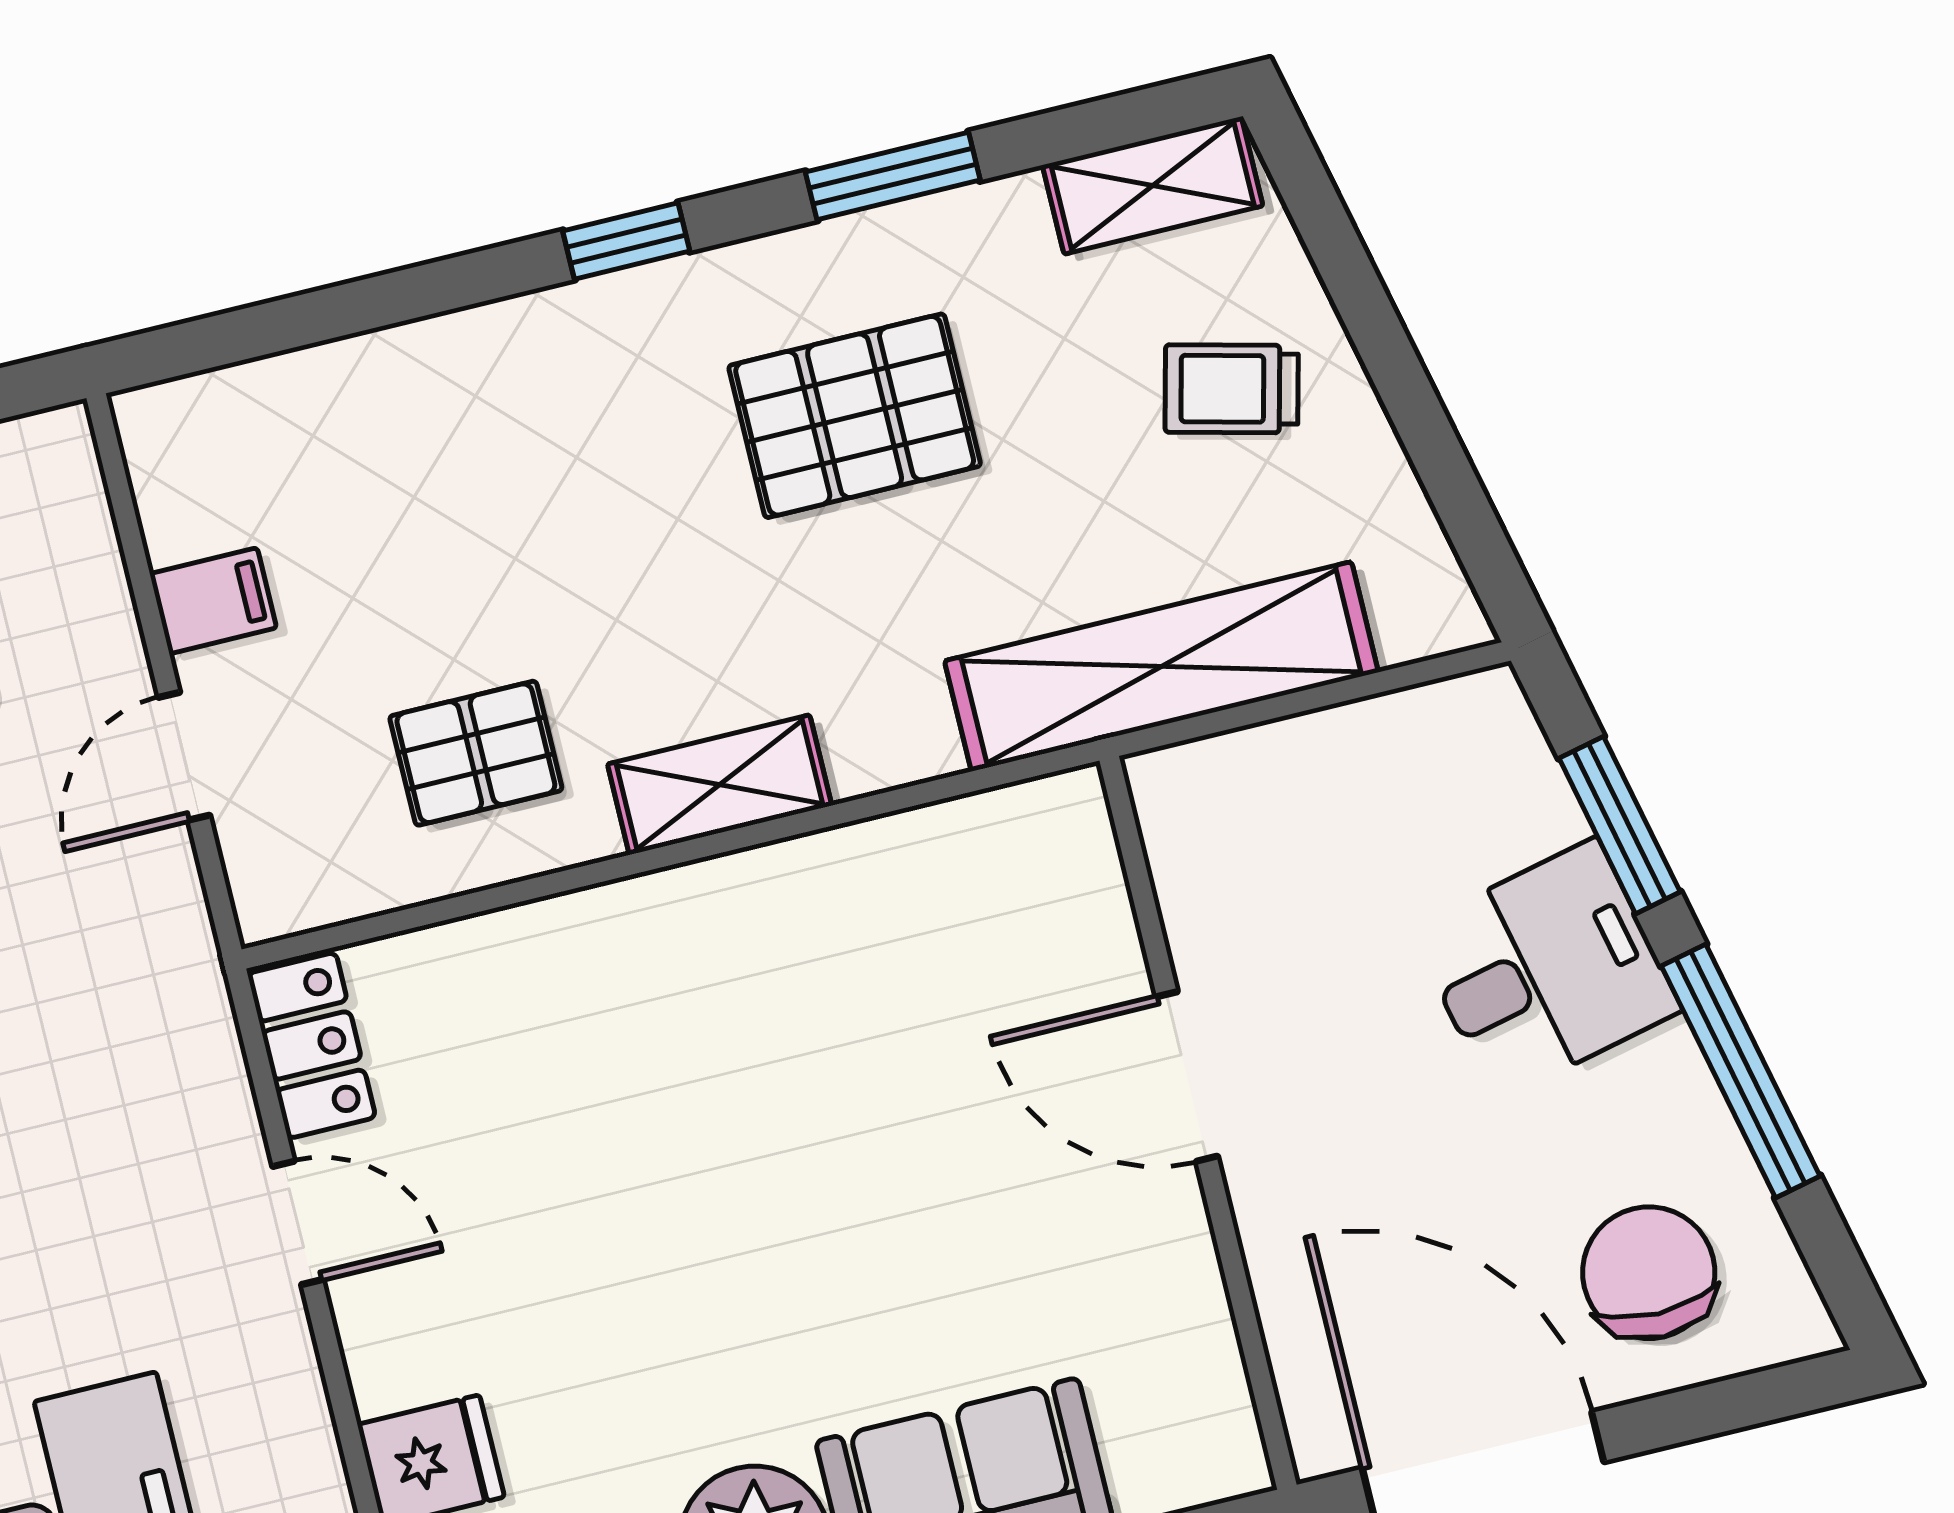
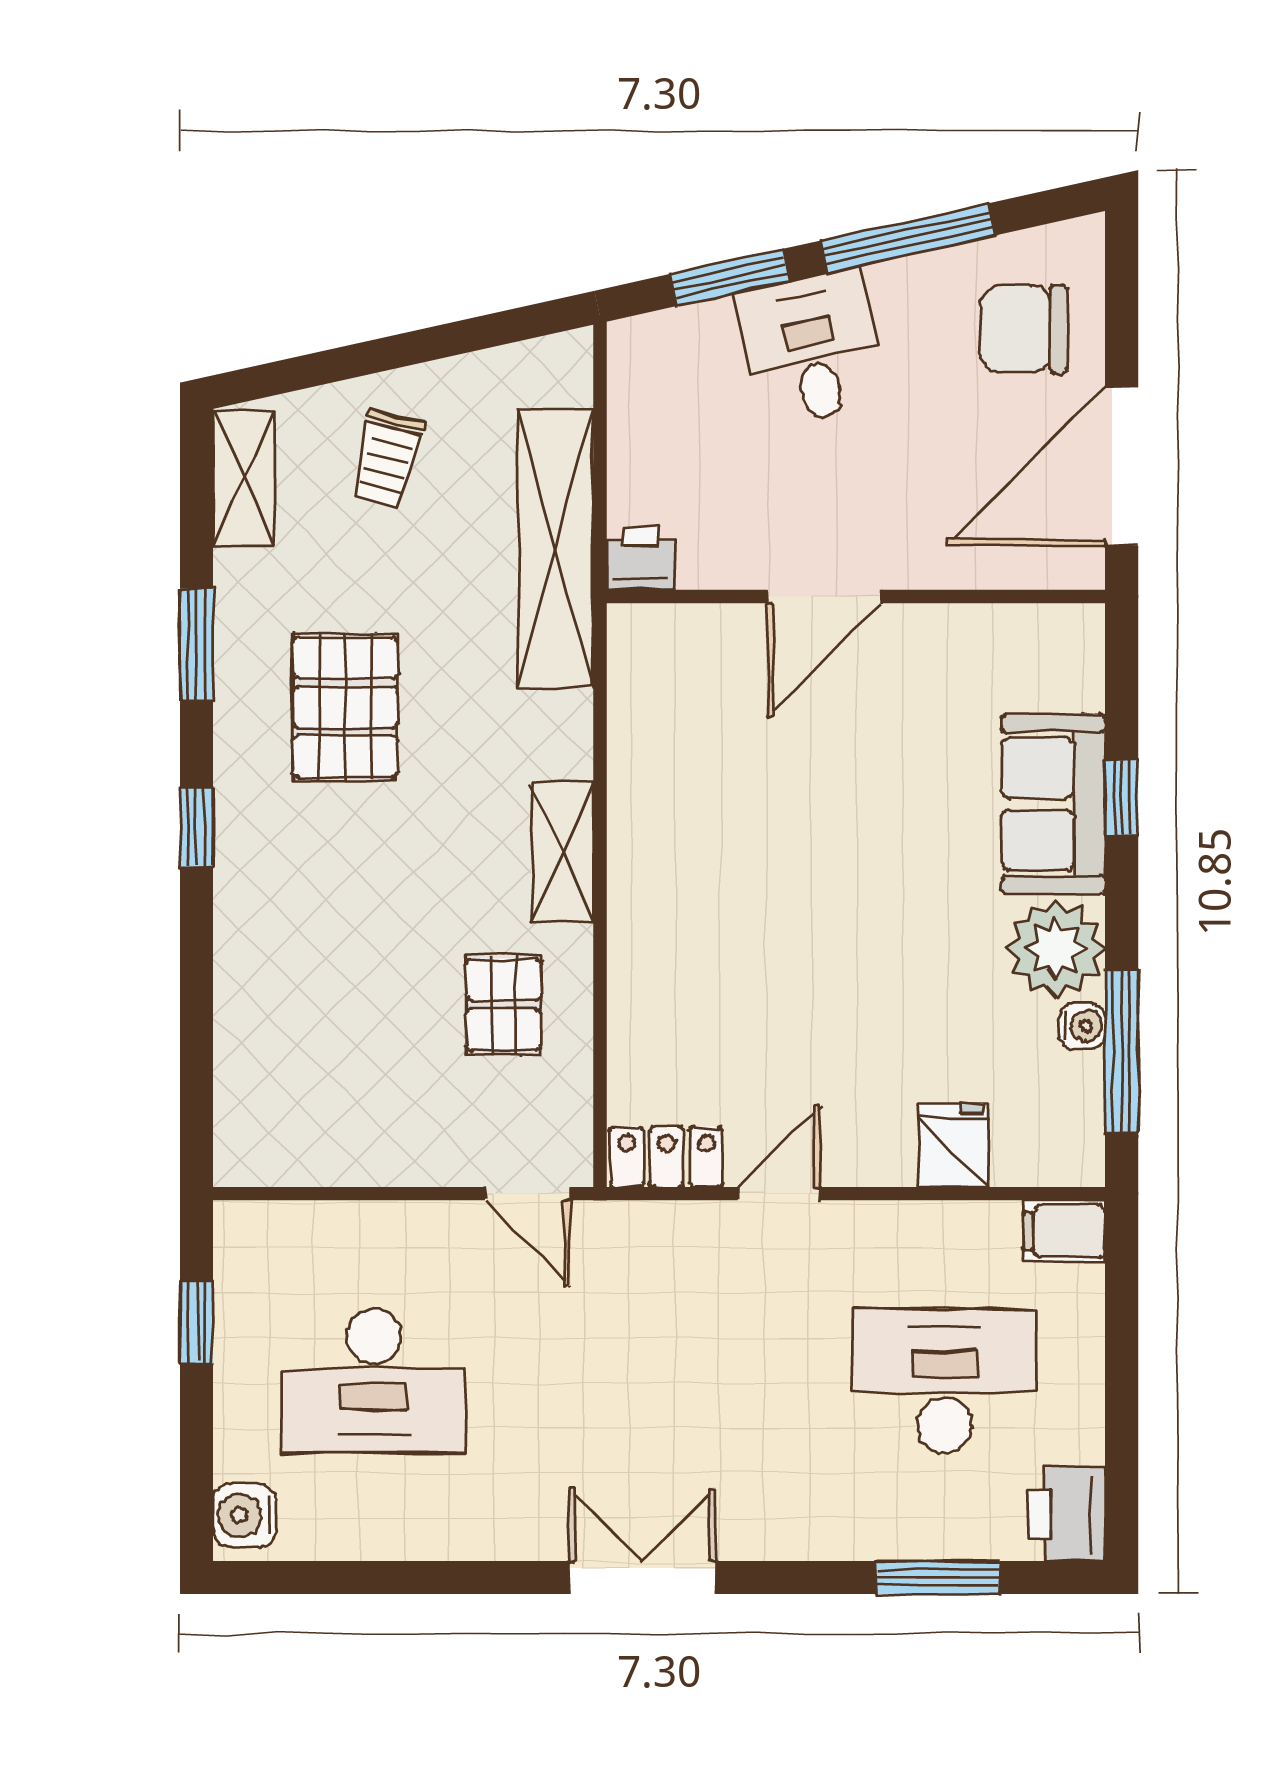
filing cabinet: (213, 601) -> (364, 1150), removed
door: (184, 756) -> (528, 1194), moved
printer: (1177, 795) -> (641, 559), added

